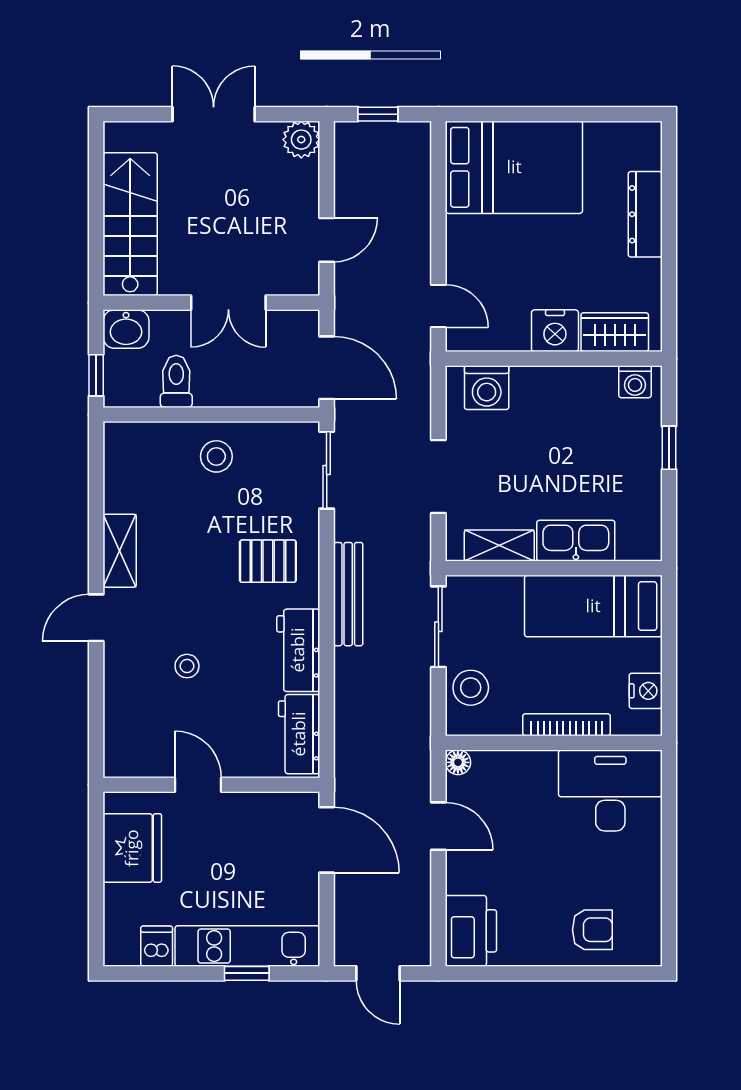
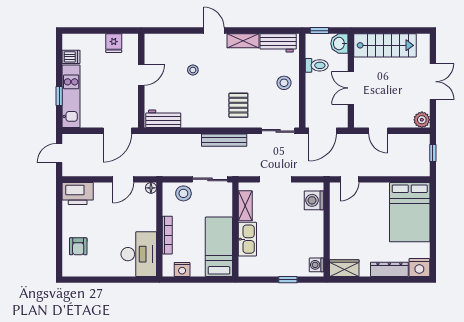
nightstand: (555, 331) -> (419, 268), moved, turned -90
wardrobe: (615, 332) -> (344, 268), moved, turned -90
workbench: (298, 650) -> (278, 43), moved, turned 180
fridge: (132, 848) -> (114, 43), width x0.53, depth x0.75

